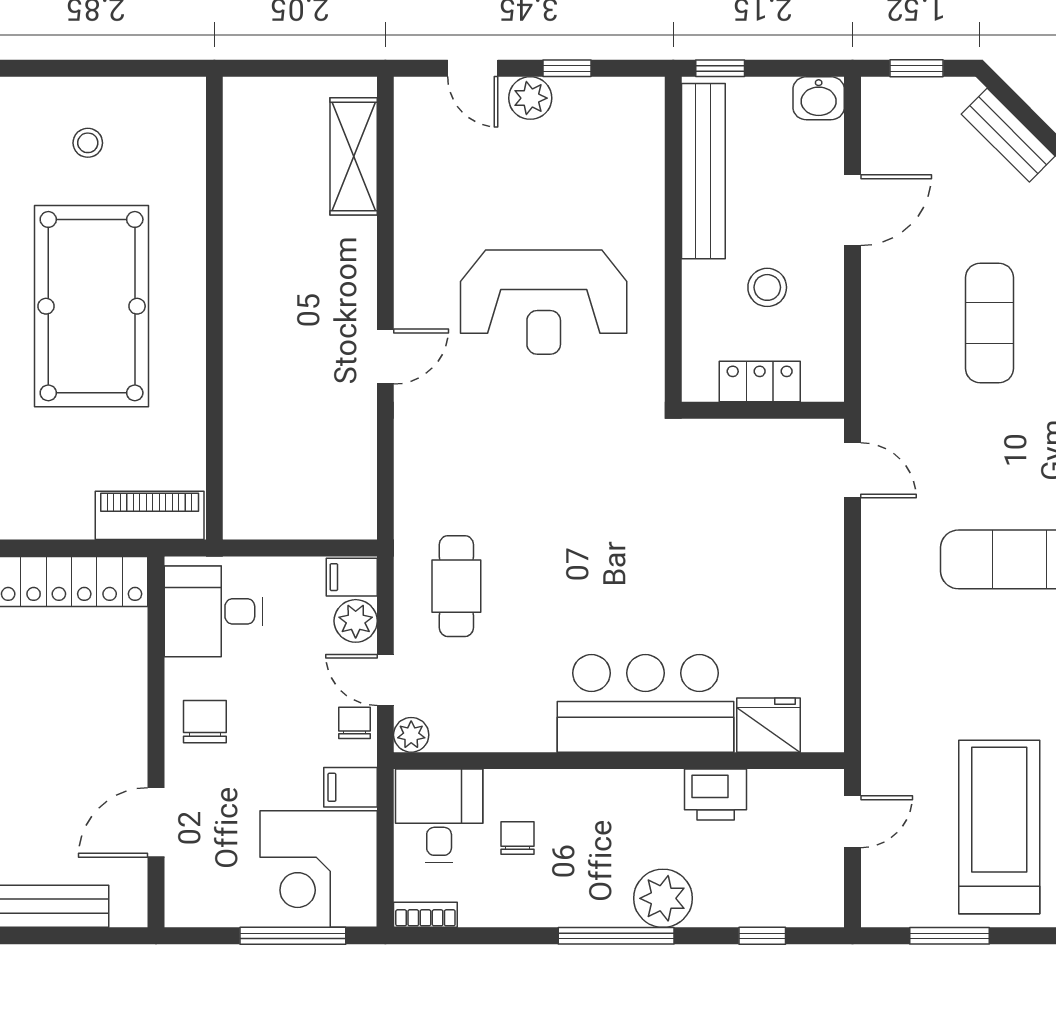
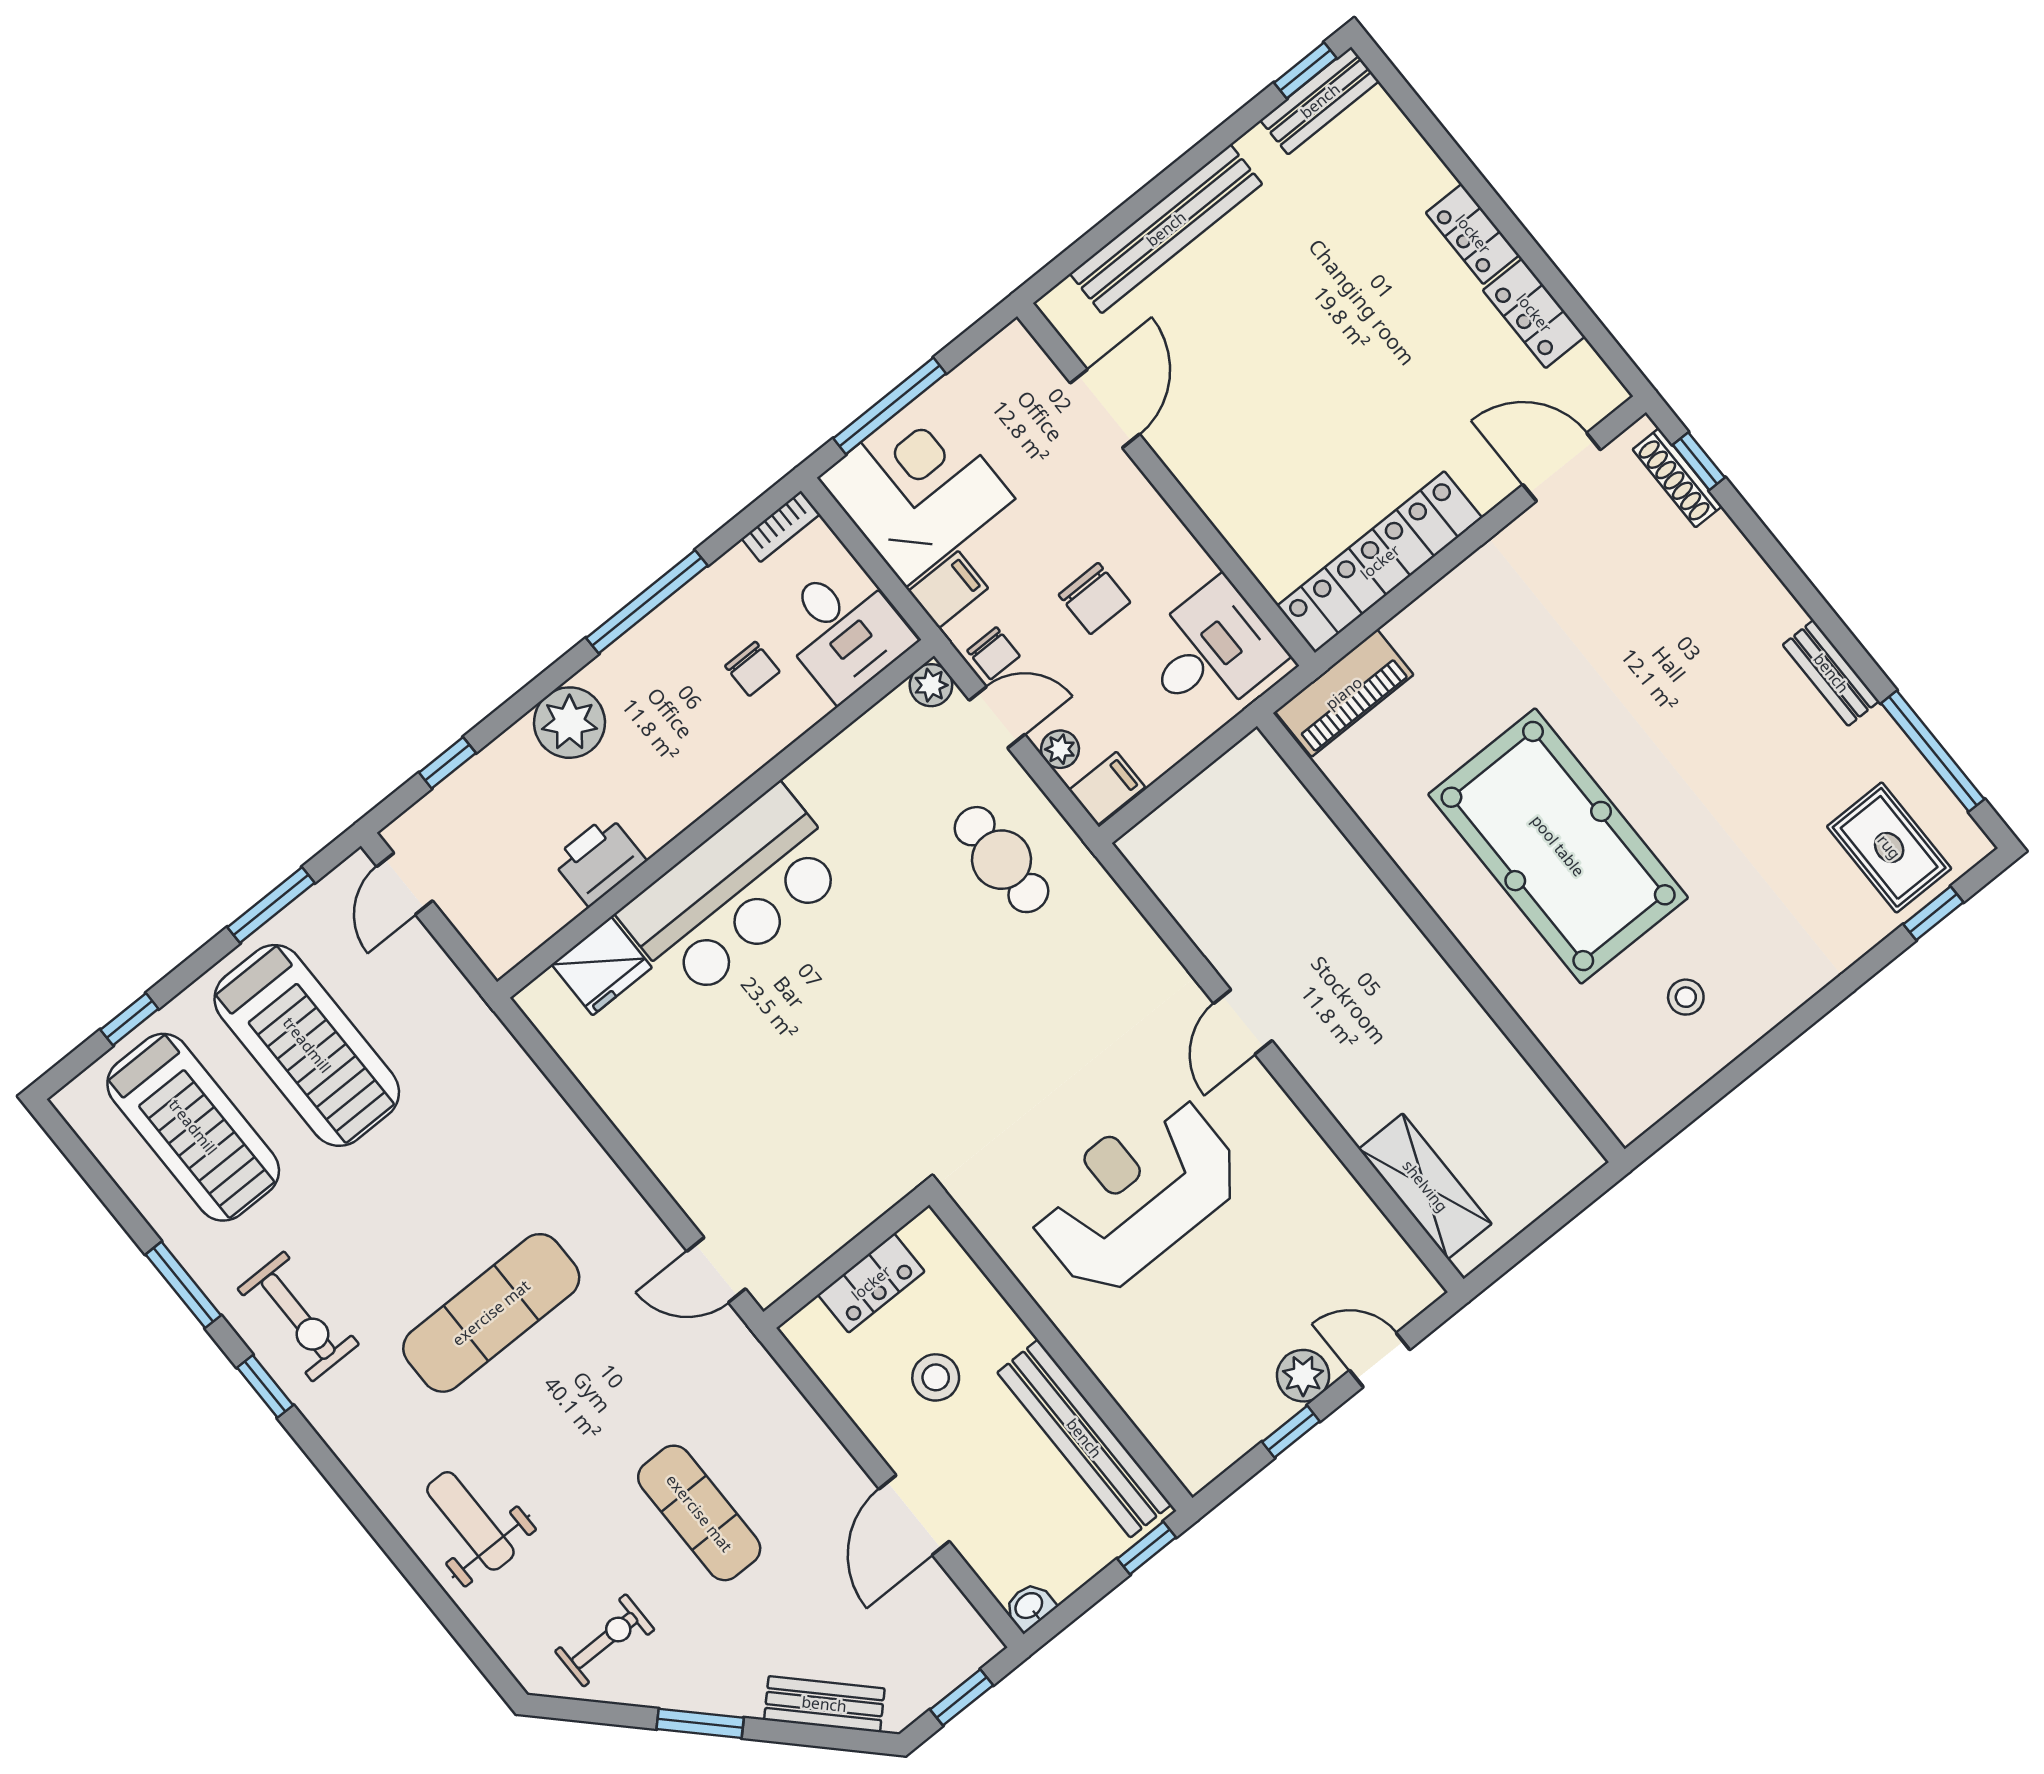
washbasin: (819, 98) -> (1029, 1606), width x0.72, depth x0.69
plant: (356, 621) -> (1060, 749), width x0.73, depth x0.73
chair: (205, 722) -> (1094, 598), moved
door: (853, 822) -> (405, 884), moved
window: (616, 936) -> (647, 602), moved

